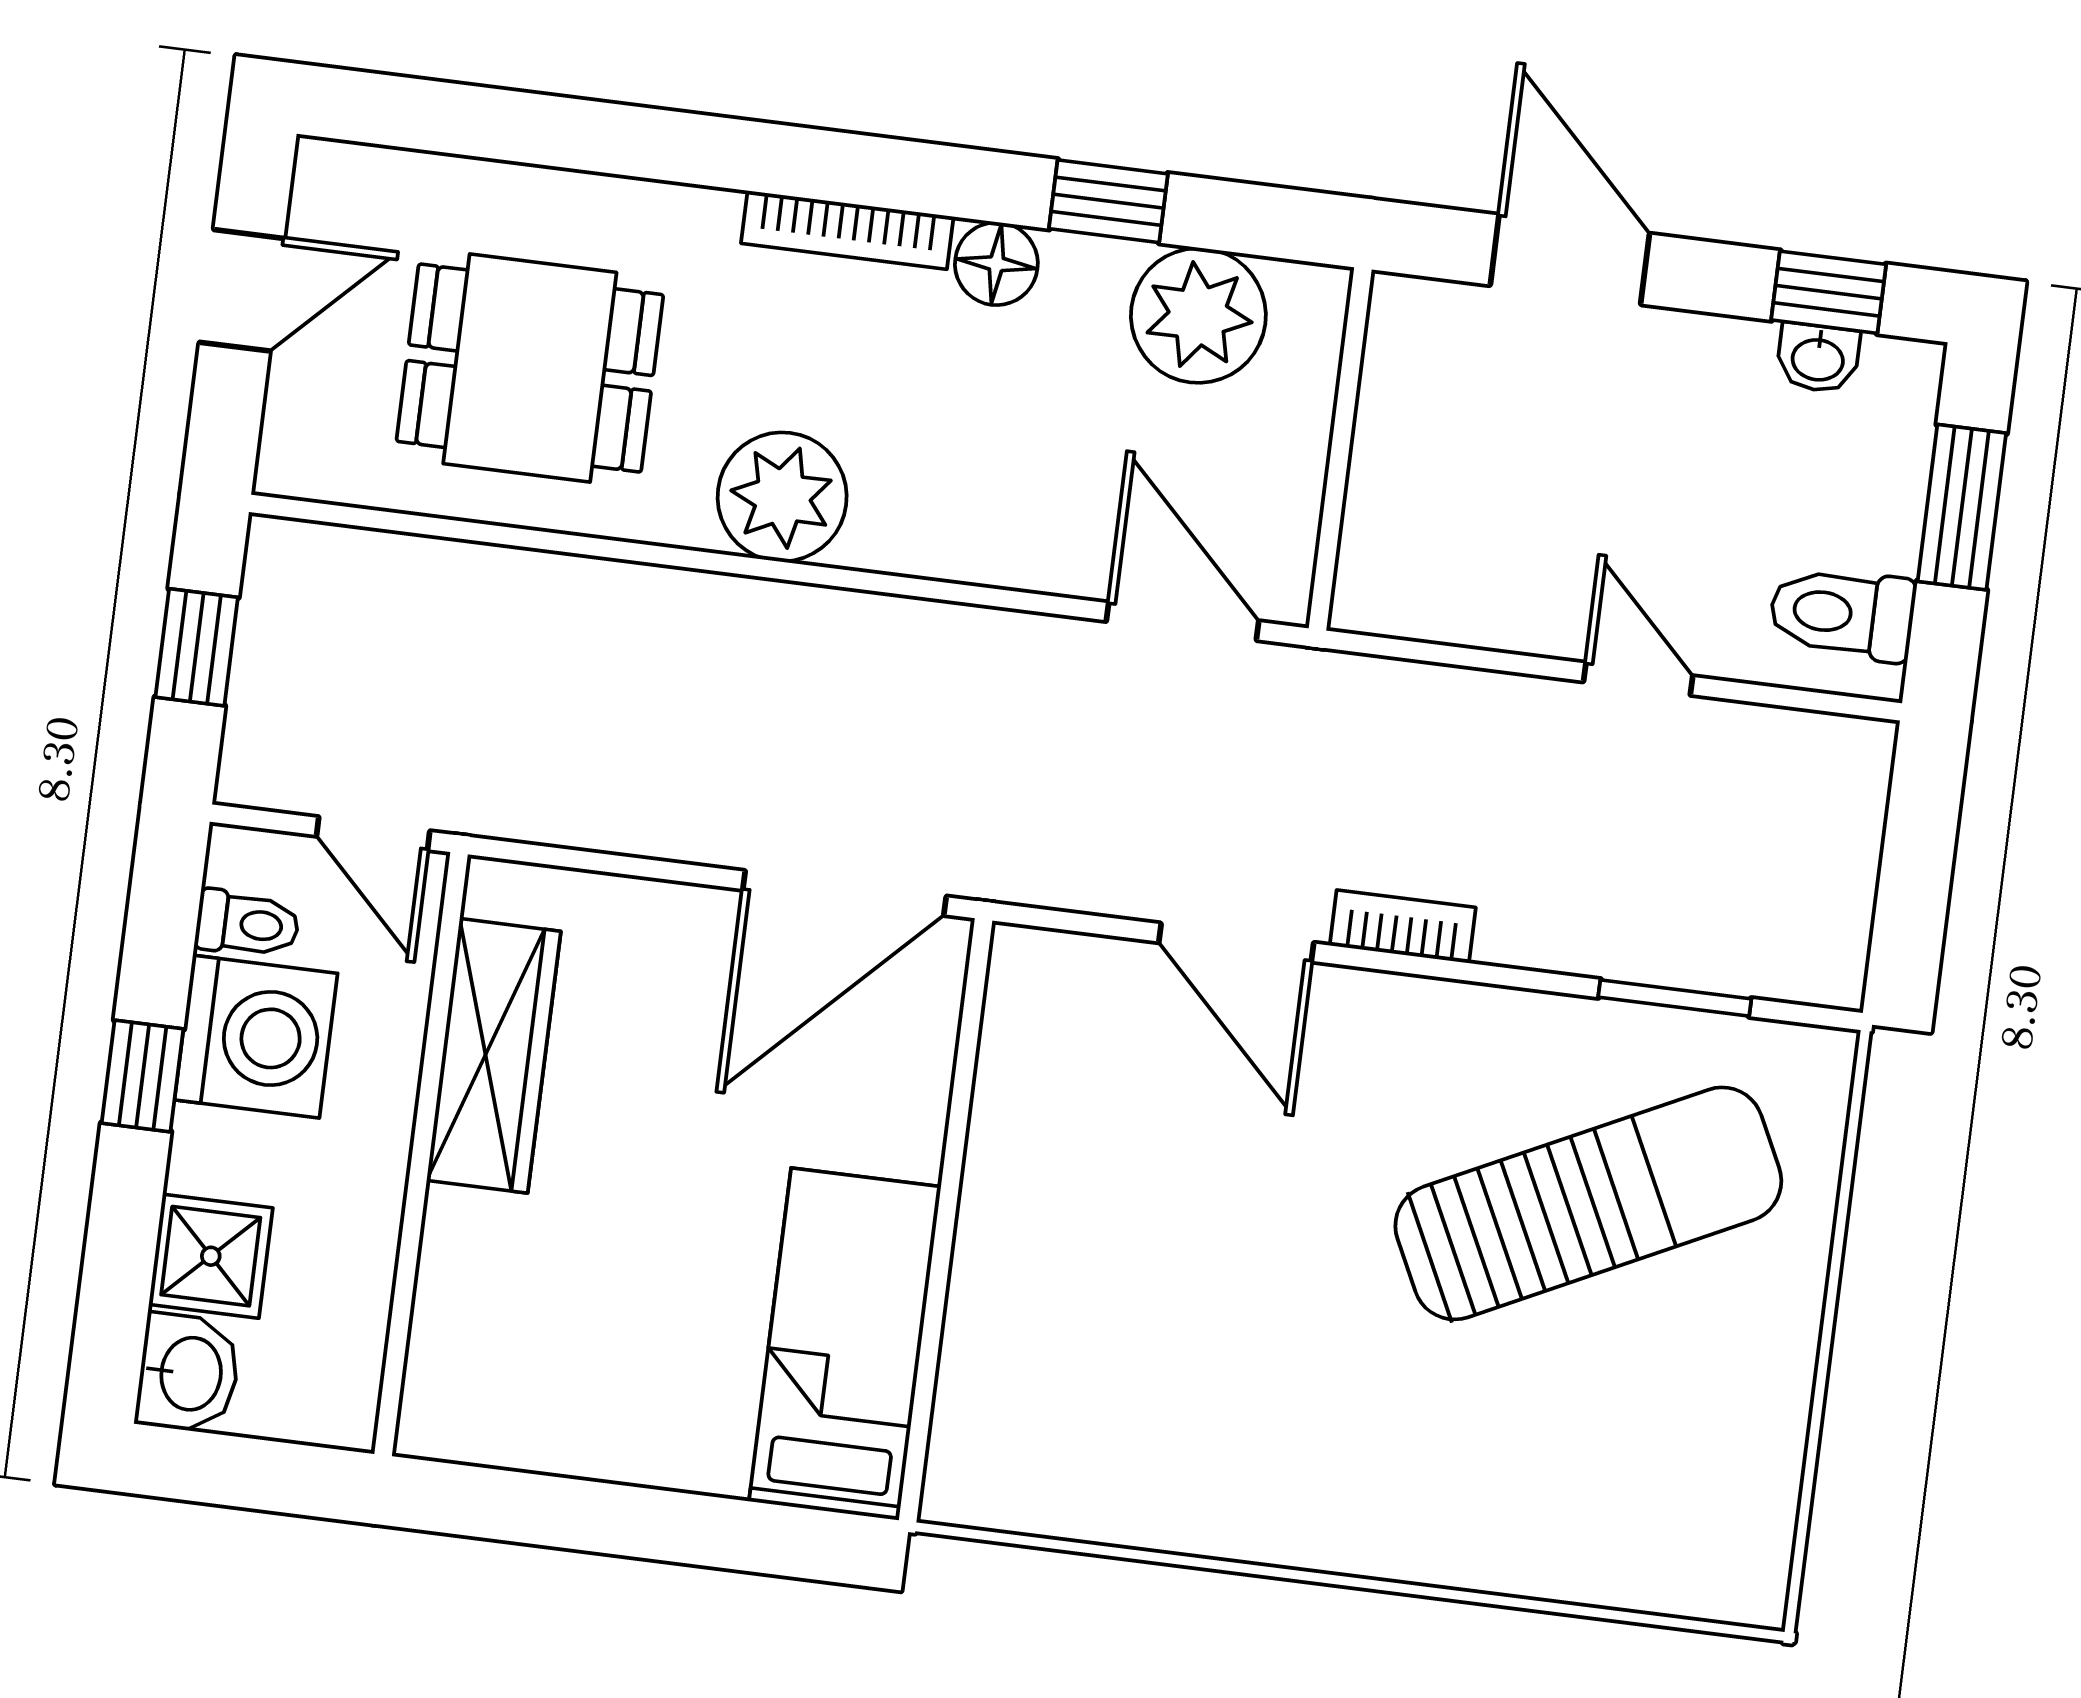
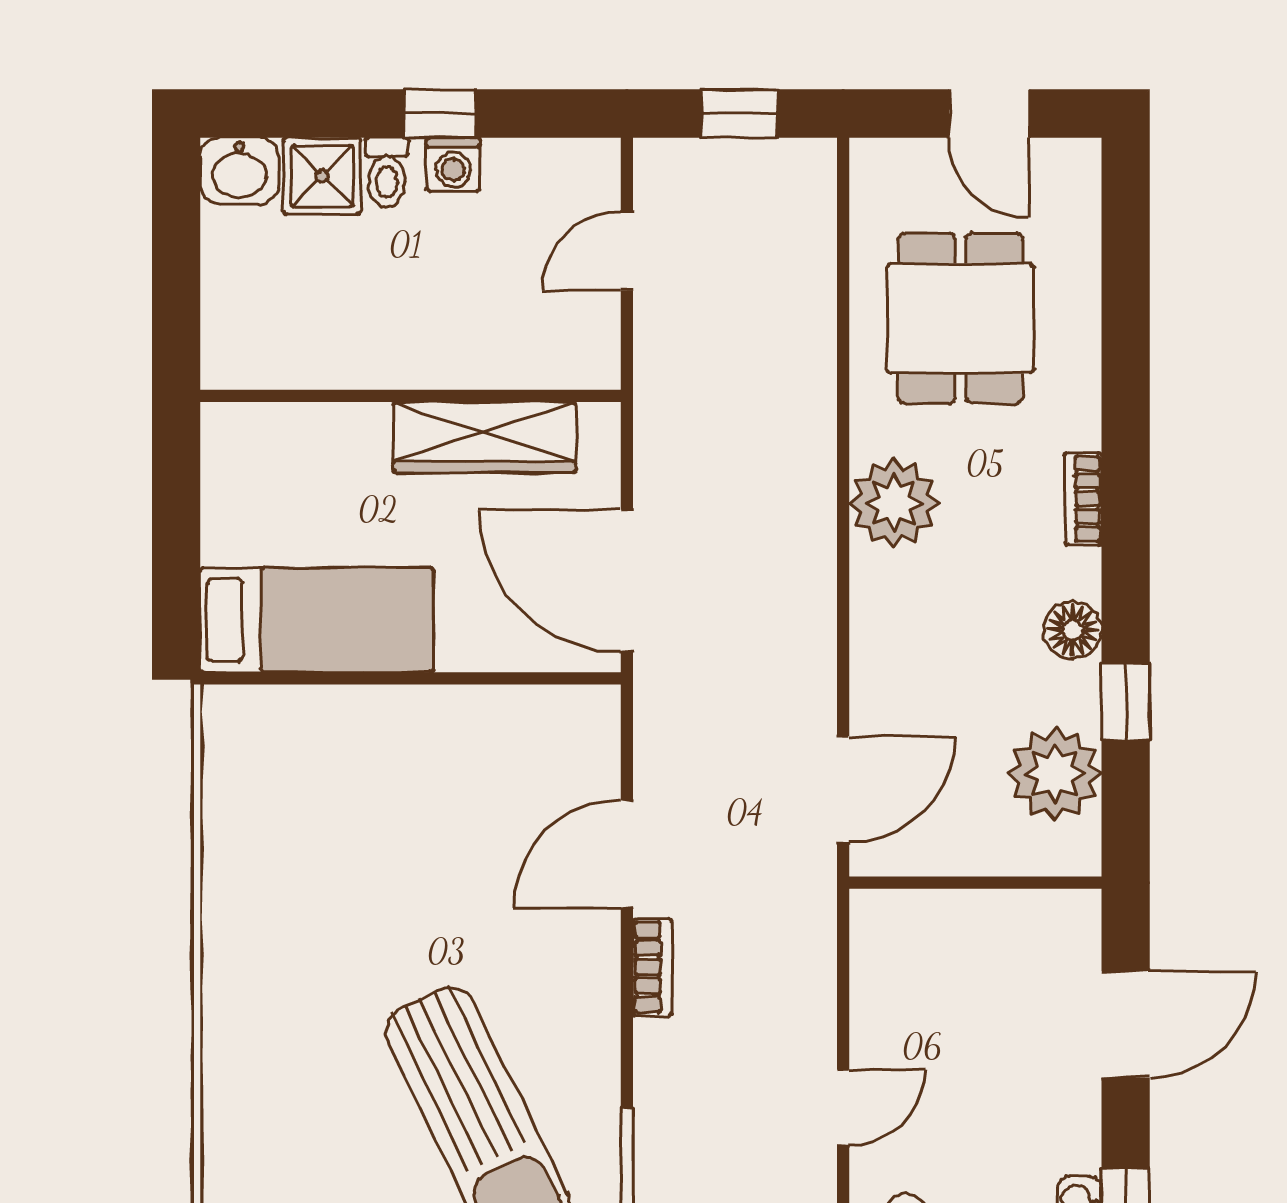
bookcase: (847, 230) -> (1083, 499), width x0.64
toilet: (247, 924) -> (387, 172), moved
washing machine: (256, 1037) -> (453, 164), width x0.53, depth x0.53
wardrobe: (494, 1056) -> (484, 437), moved
wall: (421, 1154) -> (410, 396), moved

